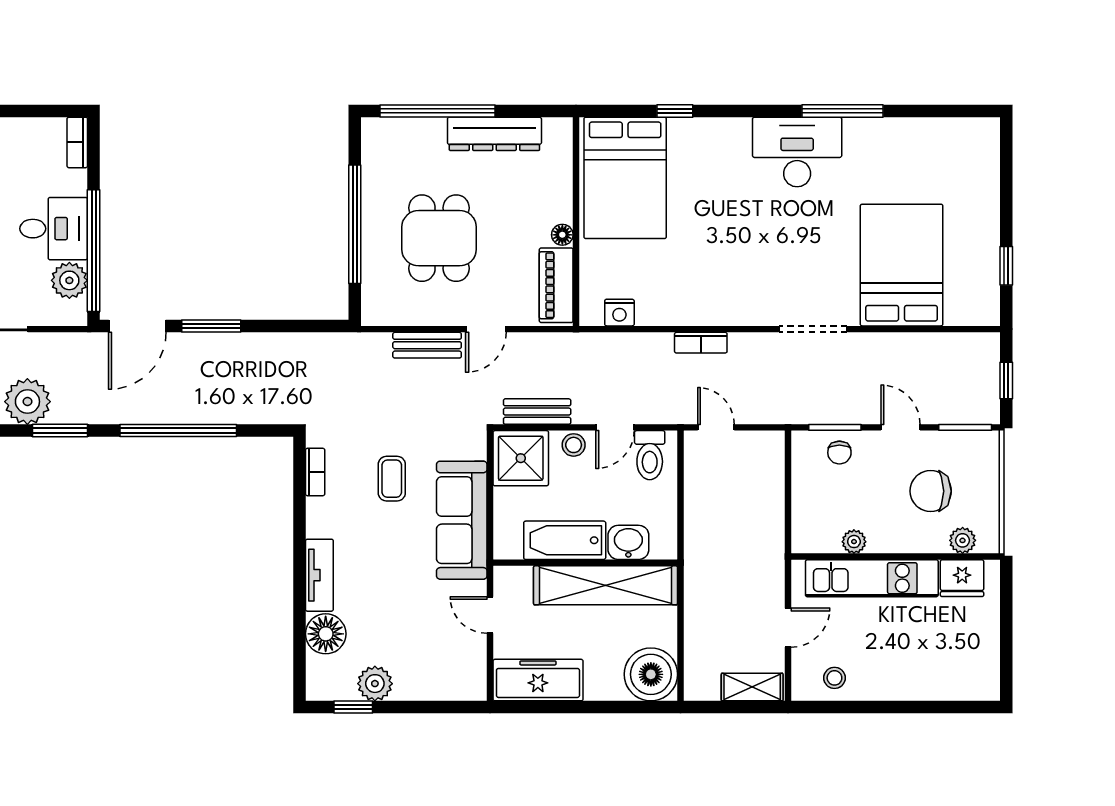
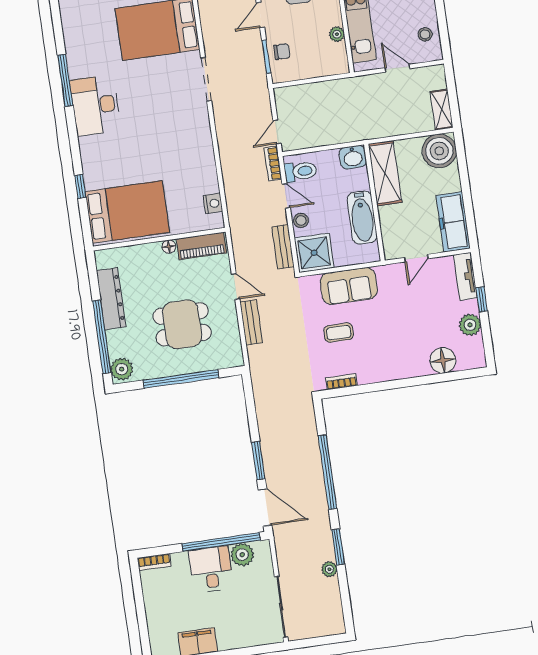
plant: (383, 135) -> (122, 369), added
bookcase: (701, 343) -> (273, 164), moved, turned 180
plant: (27, 402) -> (329, 569), width x0.53, depth x0.53
sofa: (462, 520) -> (349, 286), width x0.73
washbasin: (628, 542) -> (353, 157), moved, turned -90
tv unit: (319, 575) -> (465, 276), moved, turned -90
shelving: (606, 585) -> (385, 173), width x0.68
shelving: (752, 687) -> (442, 110), moved
window: (353, 707) -> (482, 299), moved

